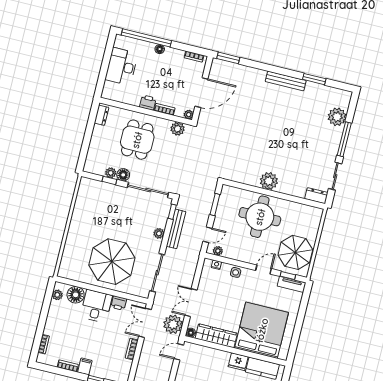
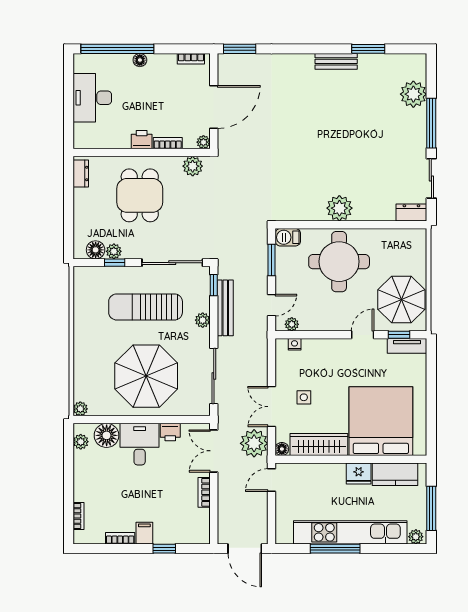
bench: (286, 81) -> (336, 61), width x0.73
floor lamp: (123, 175) -> (96, 250), moved
barbecue: (230, 192) -> (288, 237), added
sun lounger: (123, 215) -> (146, 307), added
side table: (236, 272) -> (304, 397), moved
plant: (62, 273) -> (80, 409), added

